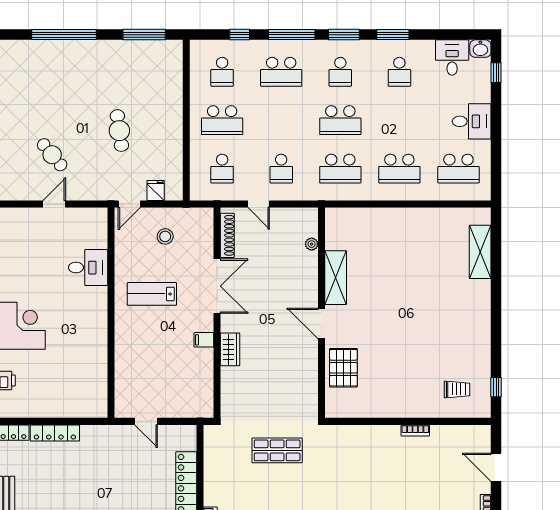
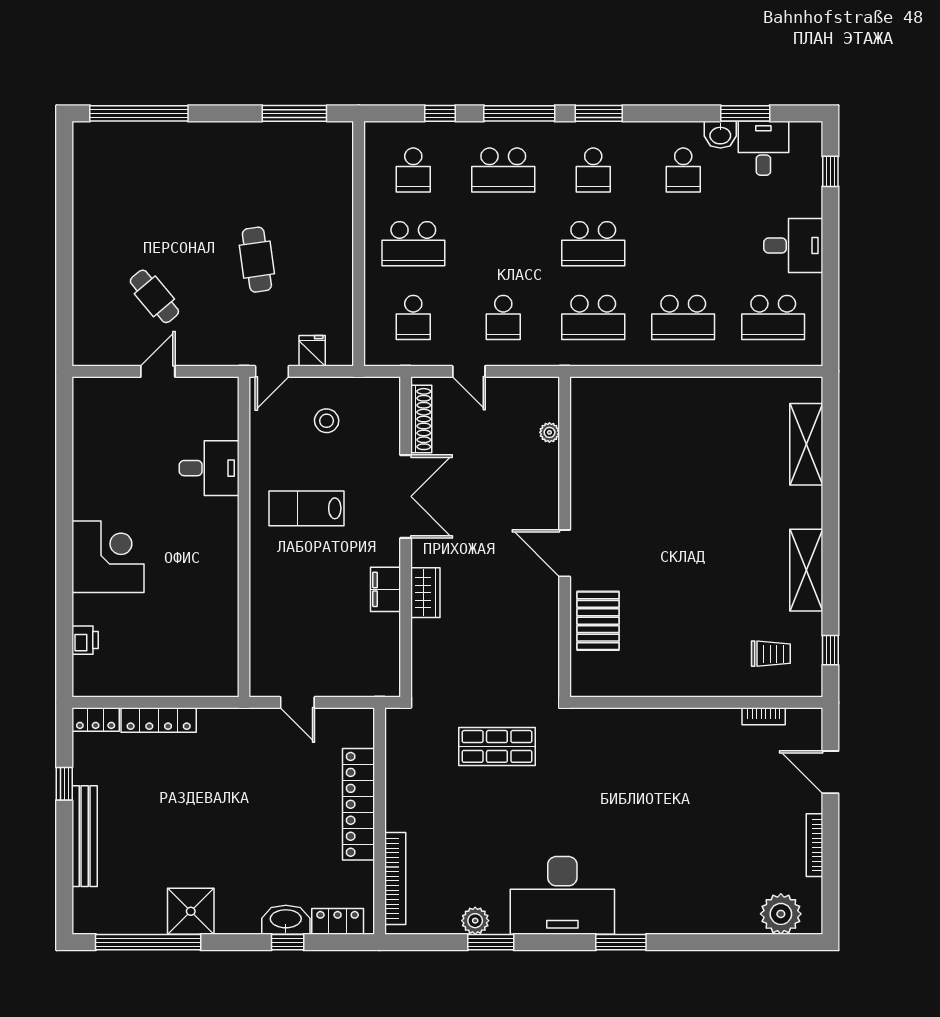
window: (64, 35) -> (139, 113), moved
window: (393, 35) -> (745, 113), moved
washbasin: (480, 49) -> (720, 135), moved
shelving: (336, 278) -> (806, 570), moved
filing cabinet: (204, 340) -> (386, 589), width x2.00
bookcase: (415, 430) -> (764, 716), moved

